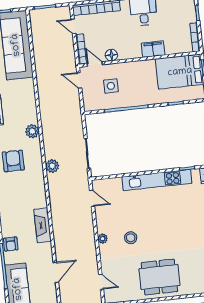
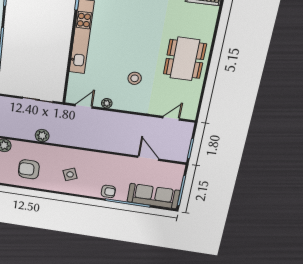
side table: (19, 202) -> (70, 174), added
fireplace: (43, 225) -> (98, 159), removed
plant: (103, 239) -> (107, 103), moved

